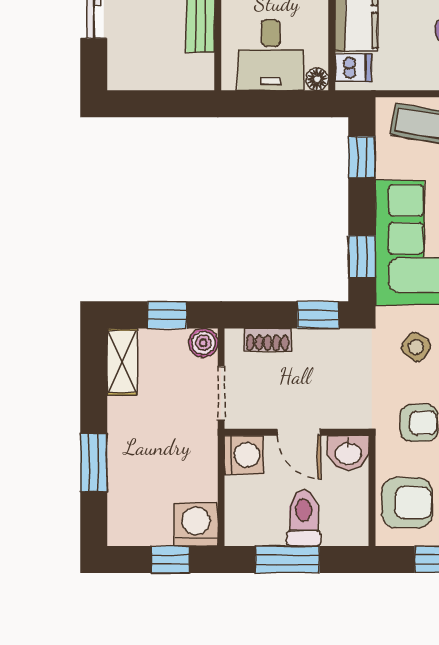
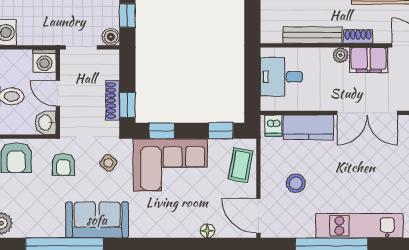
floor lamp: (317, 79) -> (267, 104), removed
shoe rack: (268, 340) -> (113, 101), moved, width x1.43
door: (299, 432) -> (58, 93), hinge flipped

